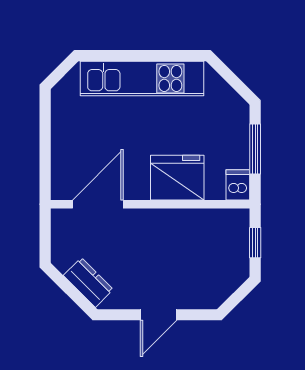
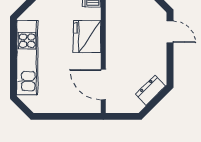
door: (159, 315) -> (170, 32), moved

